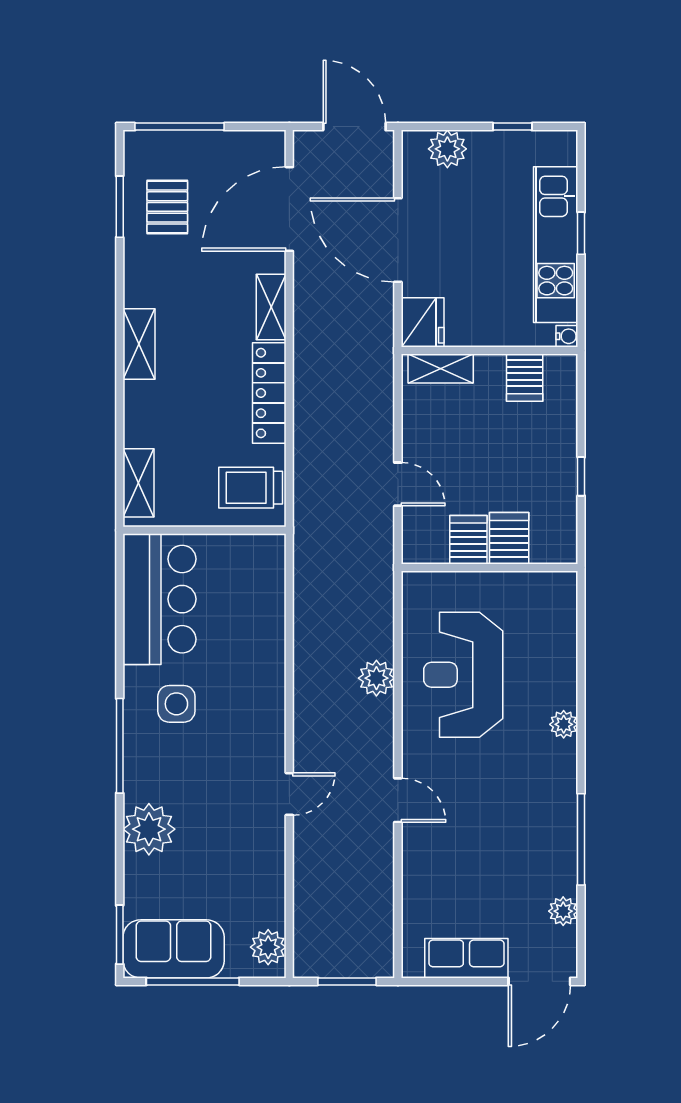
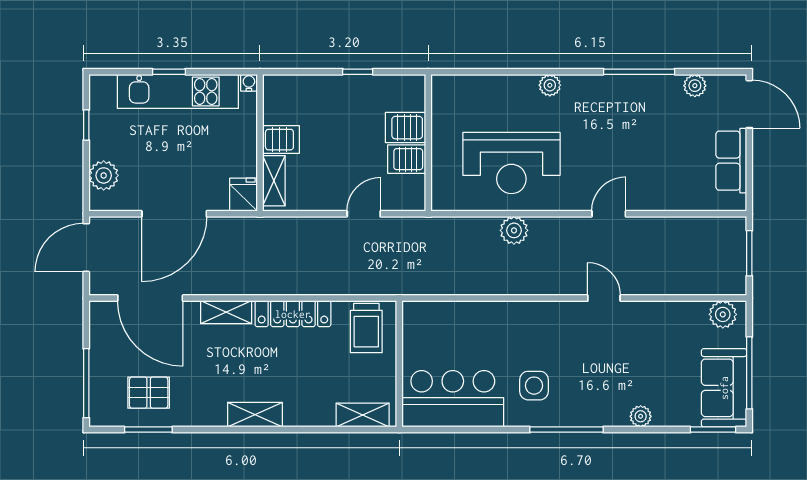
fridge: (423, 322) -> (243, 195), width x0.72
server rack: (525, 378) -> (281, 140), moved
plant: (149, 829) -> (641, 416), width x0.53, depth x0.53

